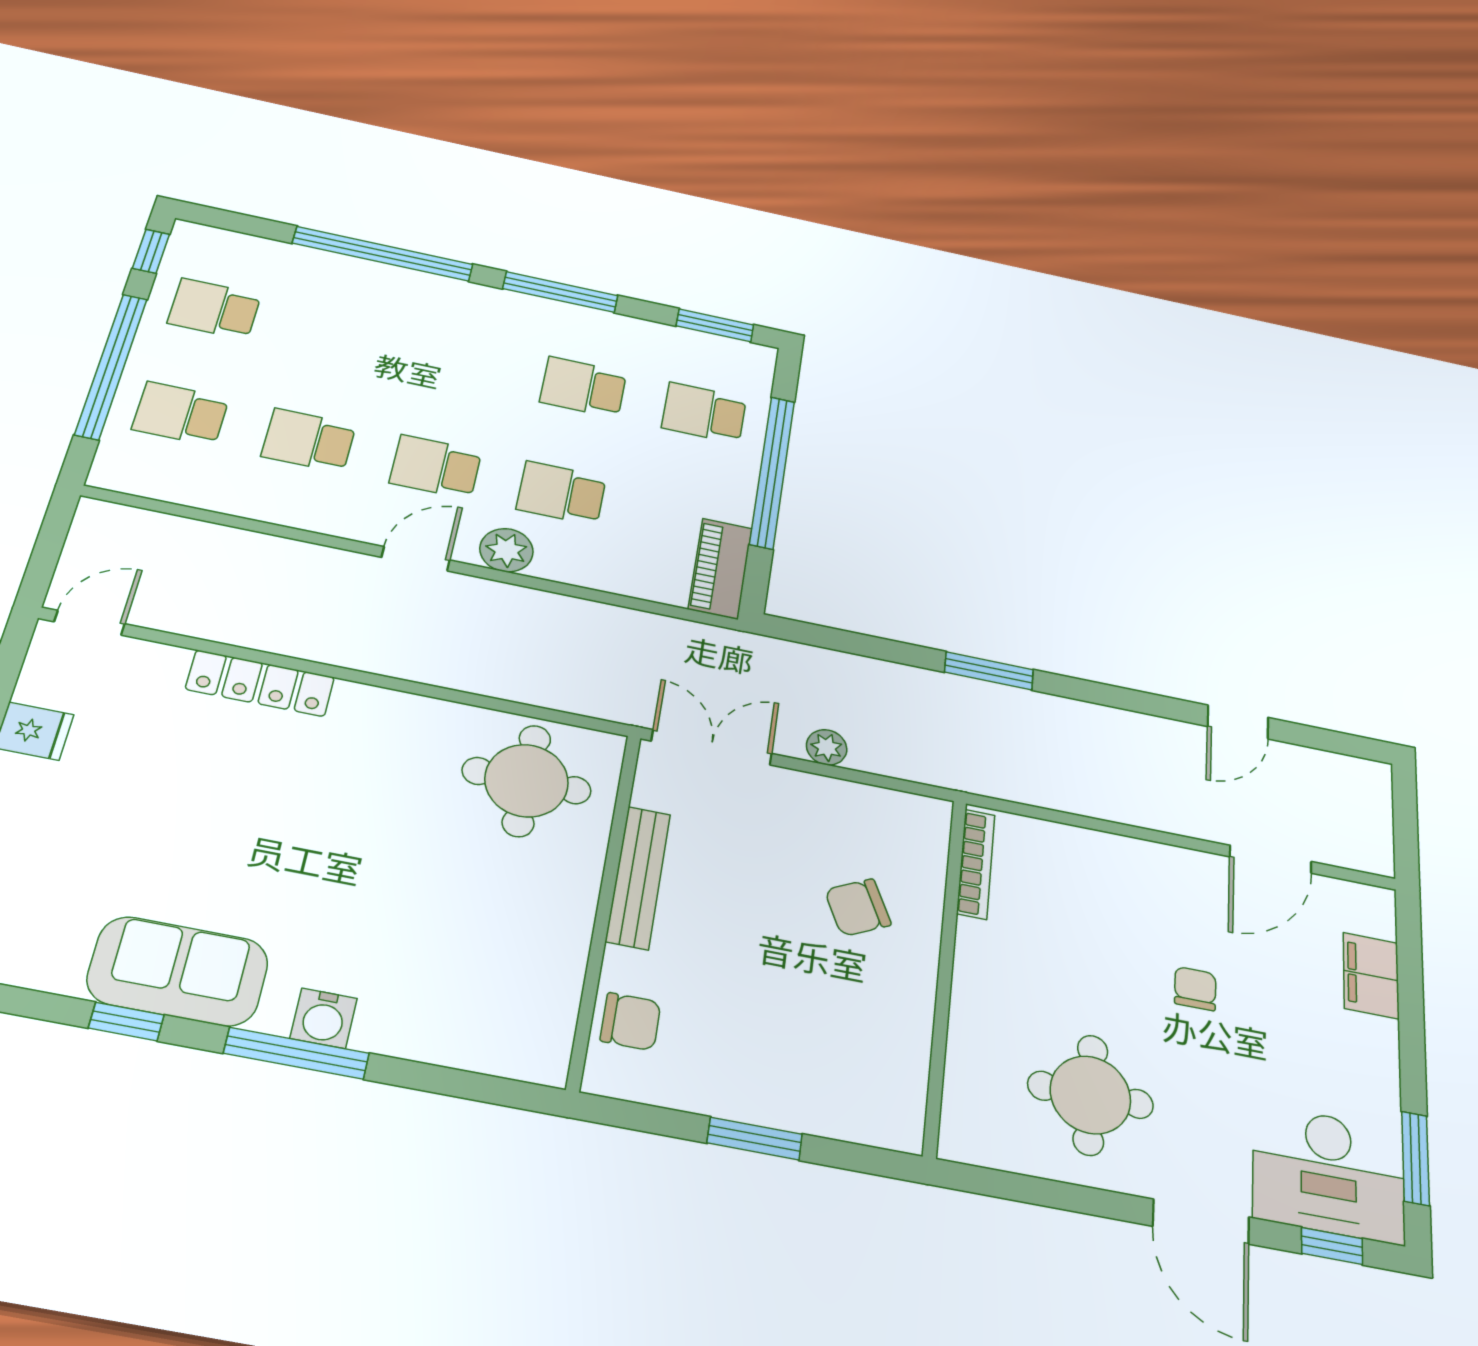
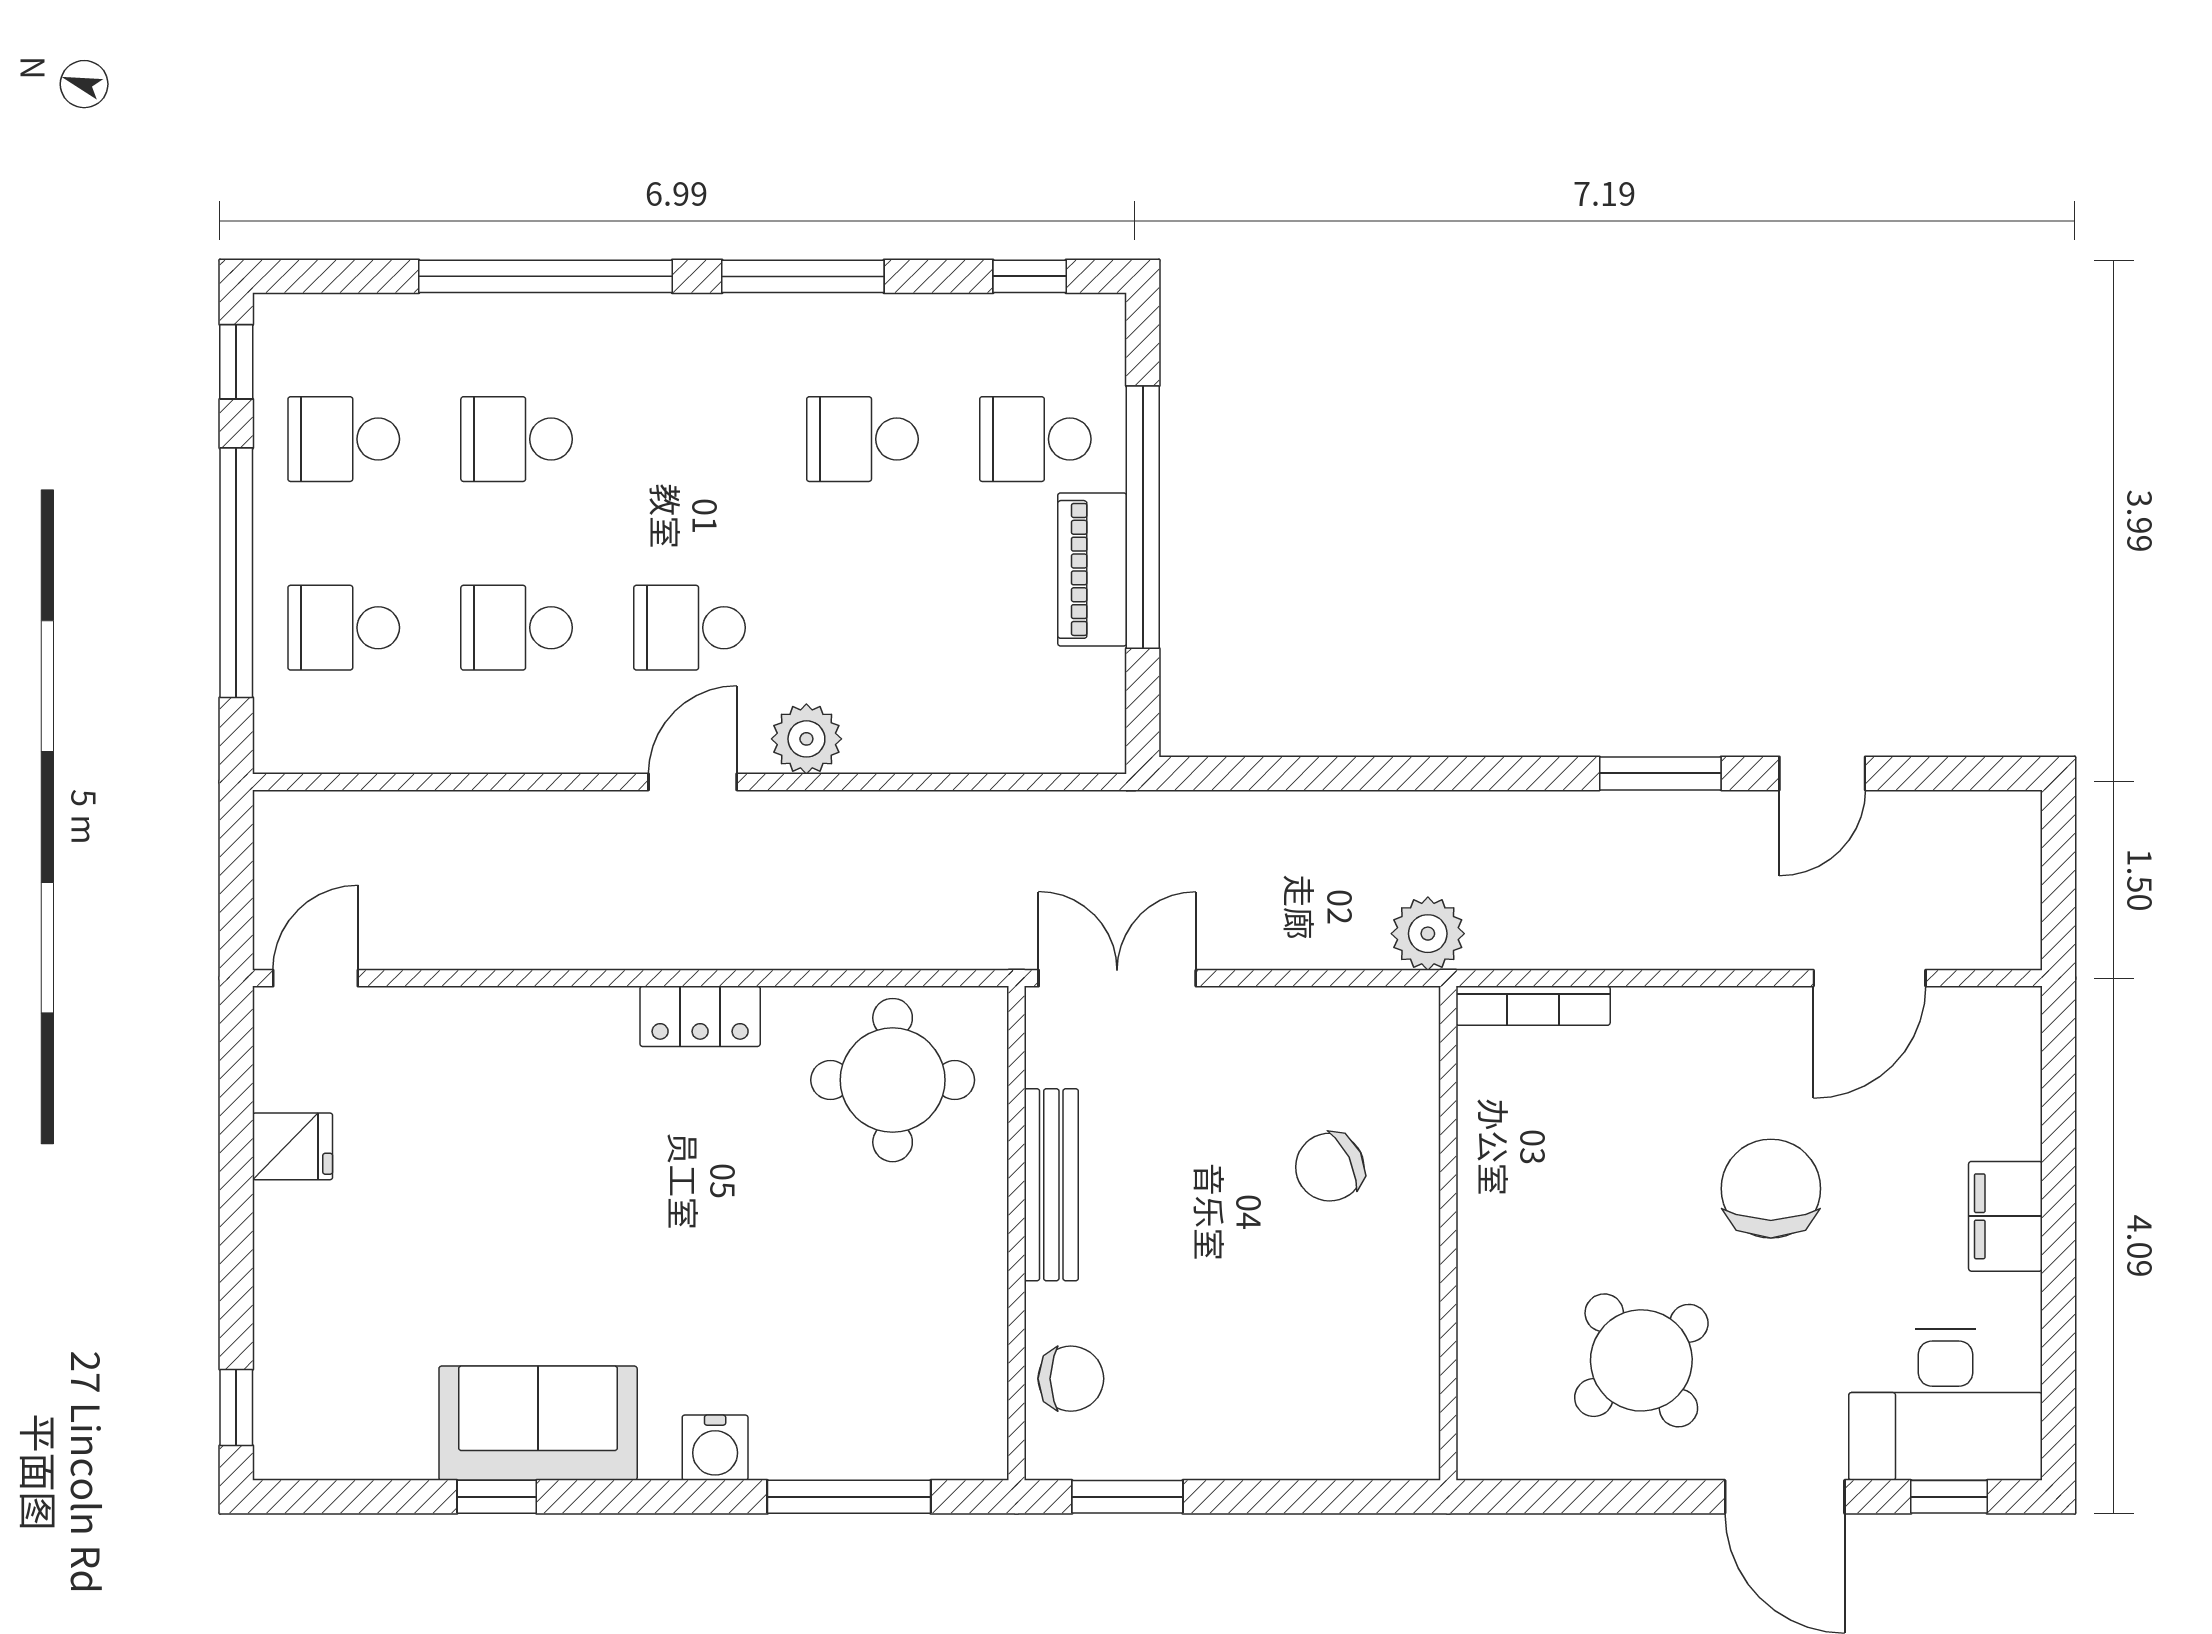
window: (715, 325) -> (1030, 276), width x0.67
school desk: (561, 493) -> (517, 439), moved
piano: (720, 569) -> (1092, 569), moved
window: (989, 671) -> (1660, 773), moved
locker: (260, 683) -> (700, 1016), moved, width x0.66
plant: (827, 747) -> (1428, 934), moved, width x1.38, depth x1.38
bookcase: (976, 864) -> (1533, 1006), moved, turned 90
filing cabinet: (1371, 976) -> (2005, 1216), moved
chair: (1195, 989) -> (1771, 1189), width x1.87, depth x1.87
window: (297, 1053) -> (849, 1497), moved
round table: (1090, 1095) -> (1641, 1360), turned -38
window: (755, 1139) -> (1127, 1497), moved
window: (1416, 1158) -> (2058, 1363), removed

